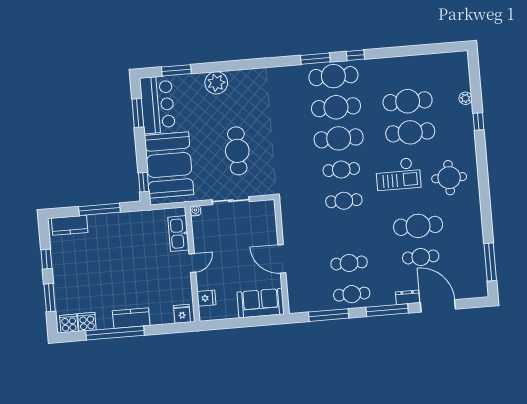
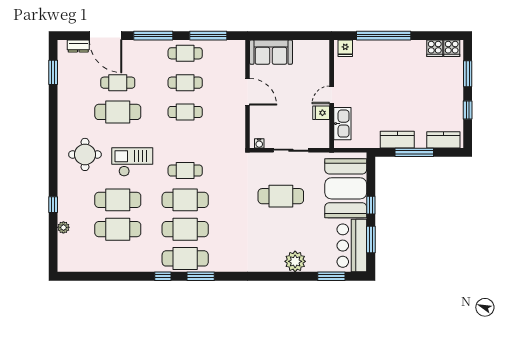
cafe table: (237, 151) -> (281, 196), turned 90
window: (144, 182) -> (371, 205), moved
cafe table: (344, 201) -> (185, 112), moved
water cooler: (195, 211) -> (259, 143), moved
window: (490, 262) -> (53, 72), width x0.69
dresser: (407, 297) -> (78, 46), moved
fridge: (206, 298) -> (321, 113), moved
kitchen counter: (131, 318) -> (397, 140), moved, turned 180
window: (115, 333) -> (384, 36), moved

